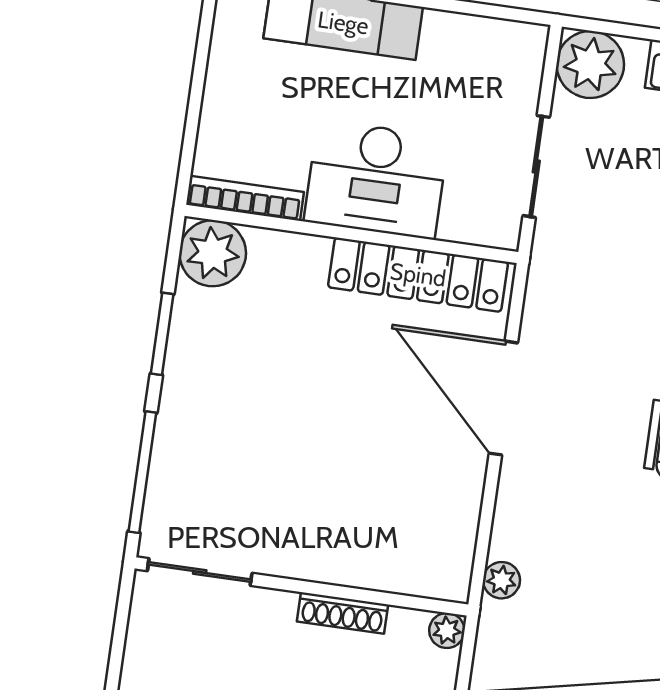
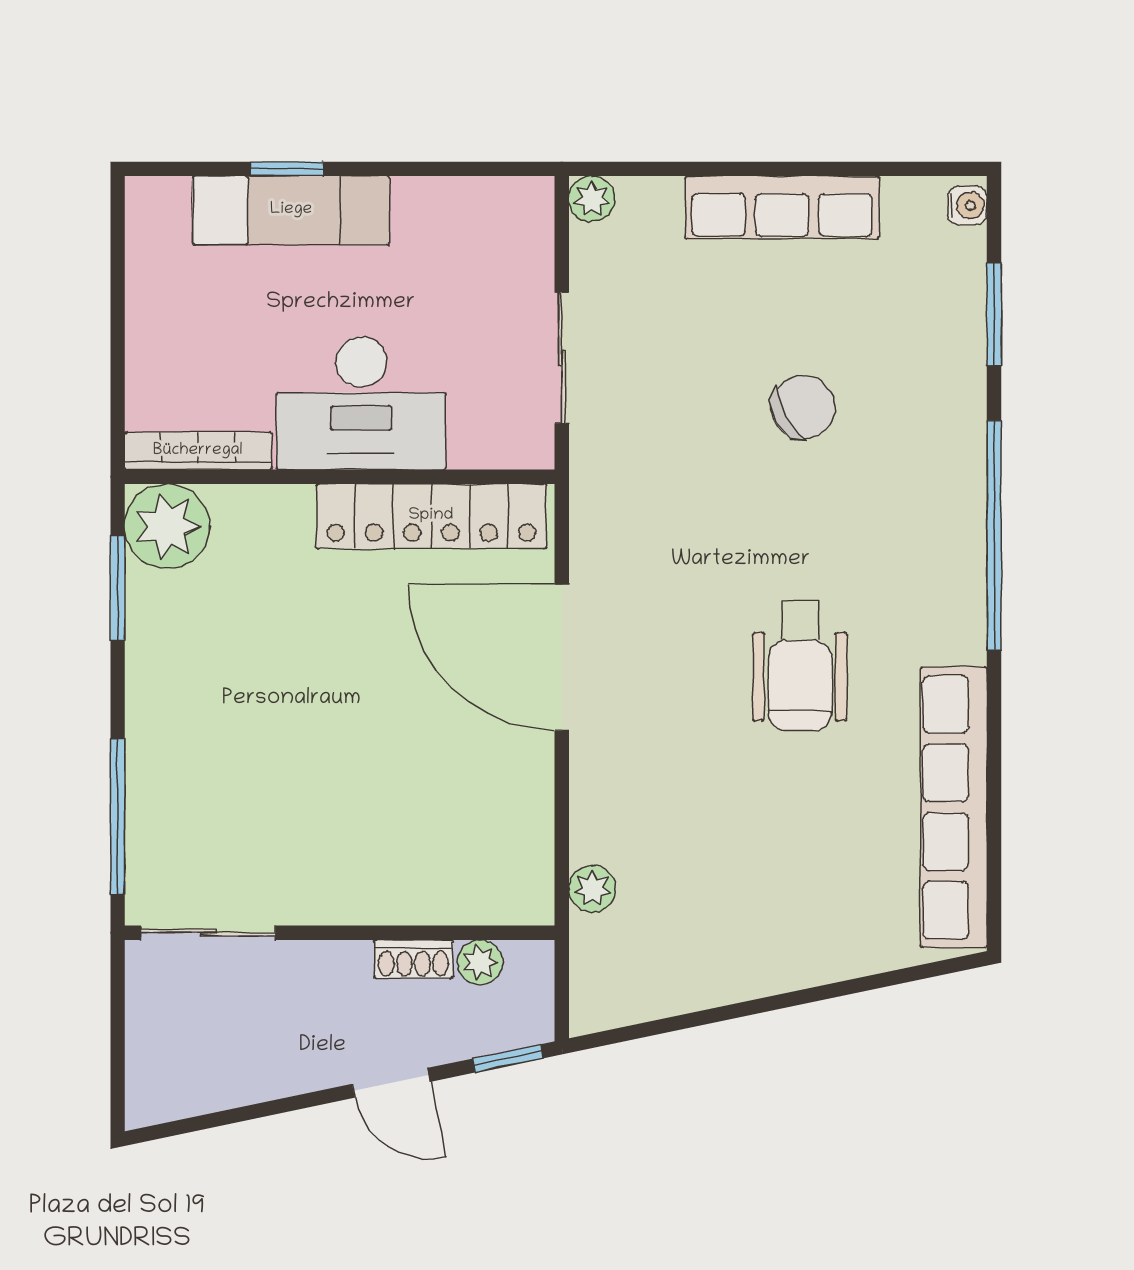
plant: (590, 65) -> (592, 199), width x0.53, depth x0.53
window: (162, 334) -> (118, 588), moved
shoe rack: (342, 613) -> (413, 959), width x0.70
plant: (447, 630) -> (480, 962), moved

